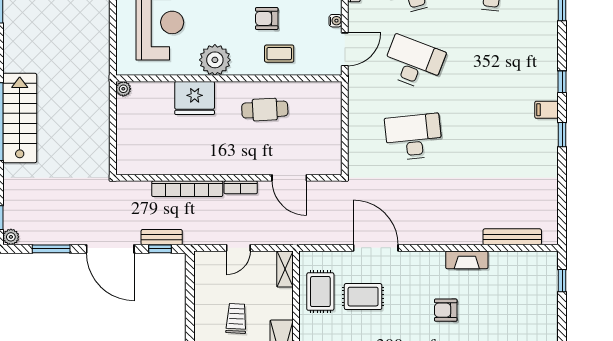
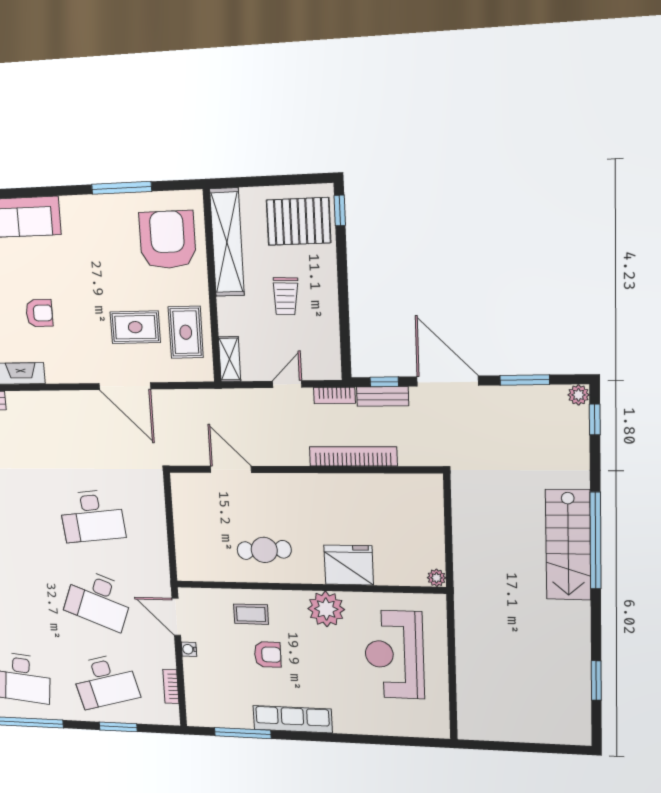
door: (345, 49) -> (176, 617), hinge flipped
bookcase: (241, 187) -> (335, 395), moved, turned 180

